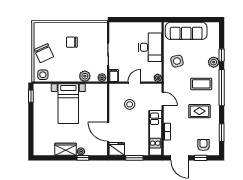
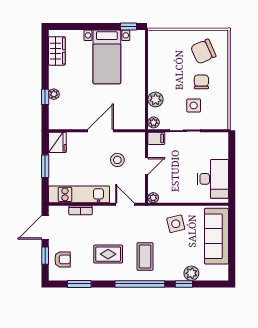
desk: (150, 47) -> (213, 179), moved, turned -90
chair: (44, 53) -> (203, 51), moved
plant: (214, 62) -> (191, 273), moved
side table: (43, 75) -> (194, 105), moved
door: (134, 83) -> (147, 166), hinge flipped
door: (163, 99) -> (125, 204), swing flipped
bed with nightstands: (68, 104) -> (107, 57), moved, turned -90
rug: (199, 111) -> (108, 254), turned 90
door: (108, 132) -> (100, 131), moved
wardrobe: (66, 149) -> (57, 51), moved

